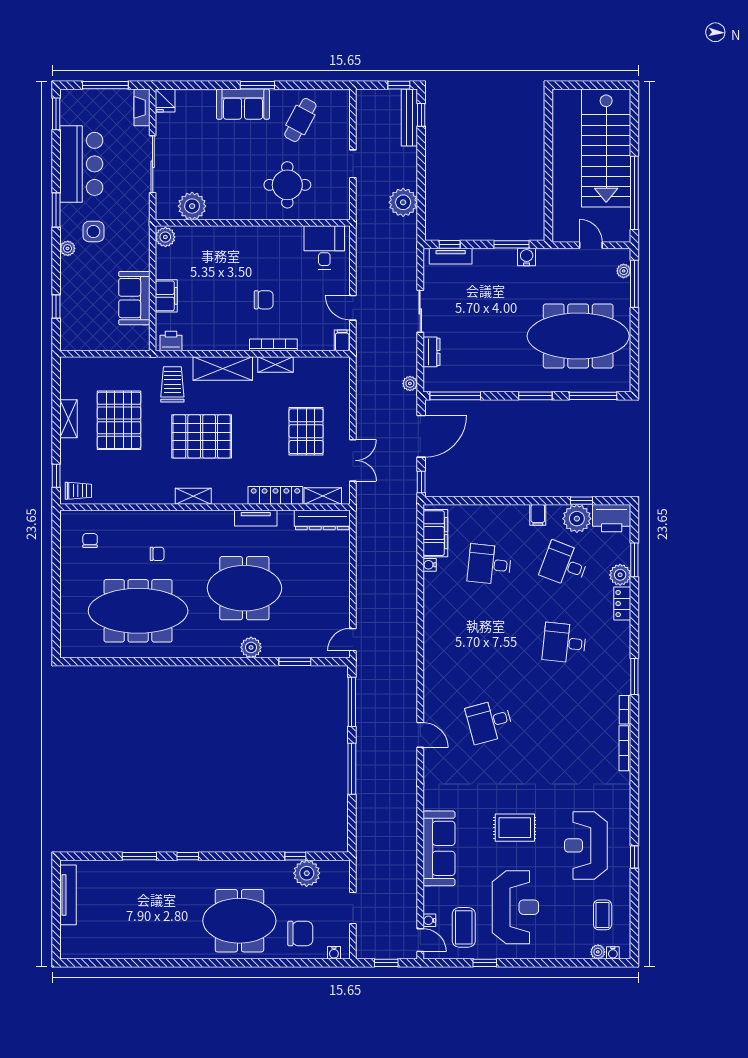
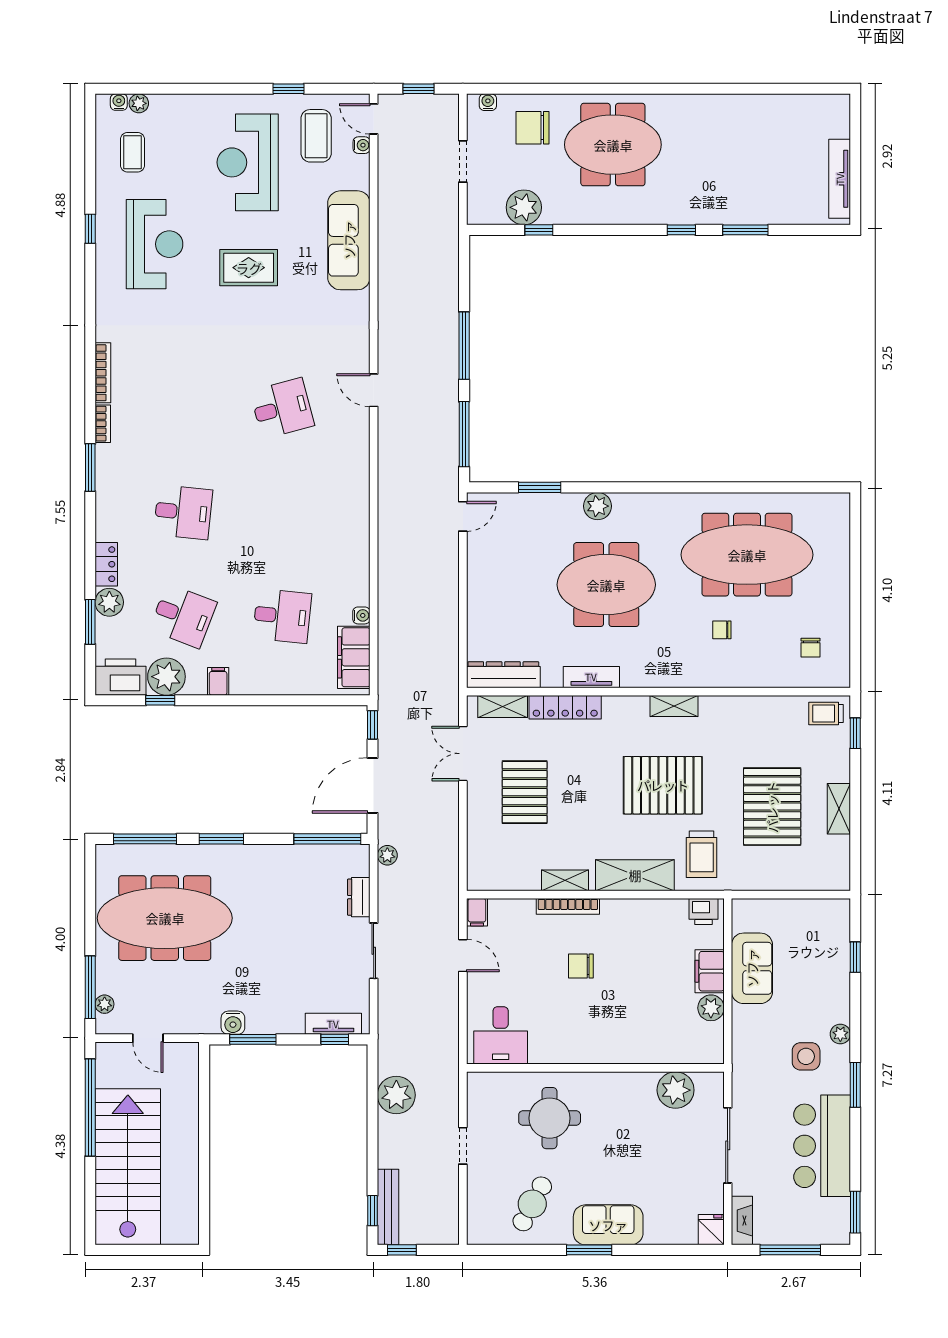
plant: (165, 237) -> (711, 1008), moved

